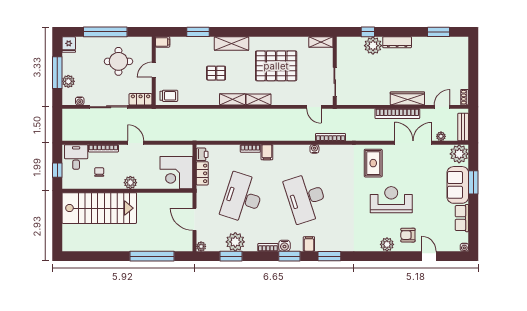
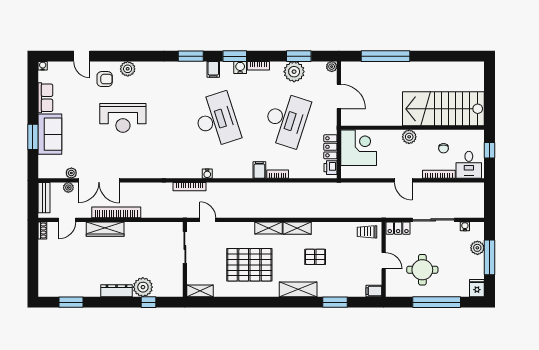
door: (154, 70) -> (384, 261), hinge flipped
plant: (459, 154) -> (71, 173), moved, width x0.53, depth x0.53
rug: (373, 163) -> (143, 158), removed

